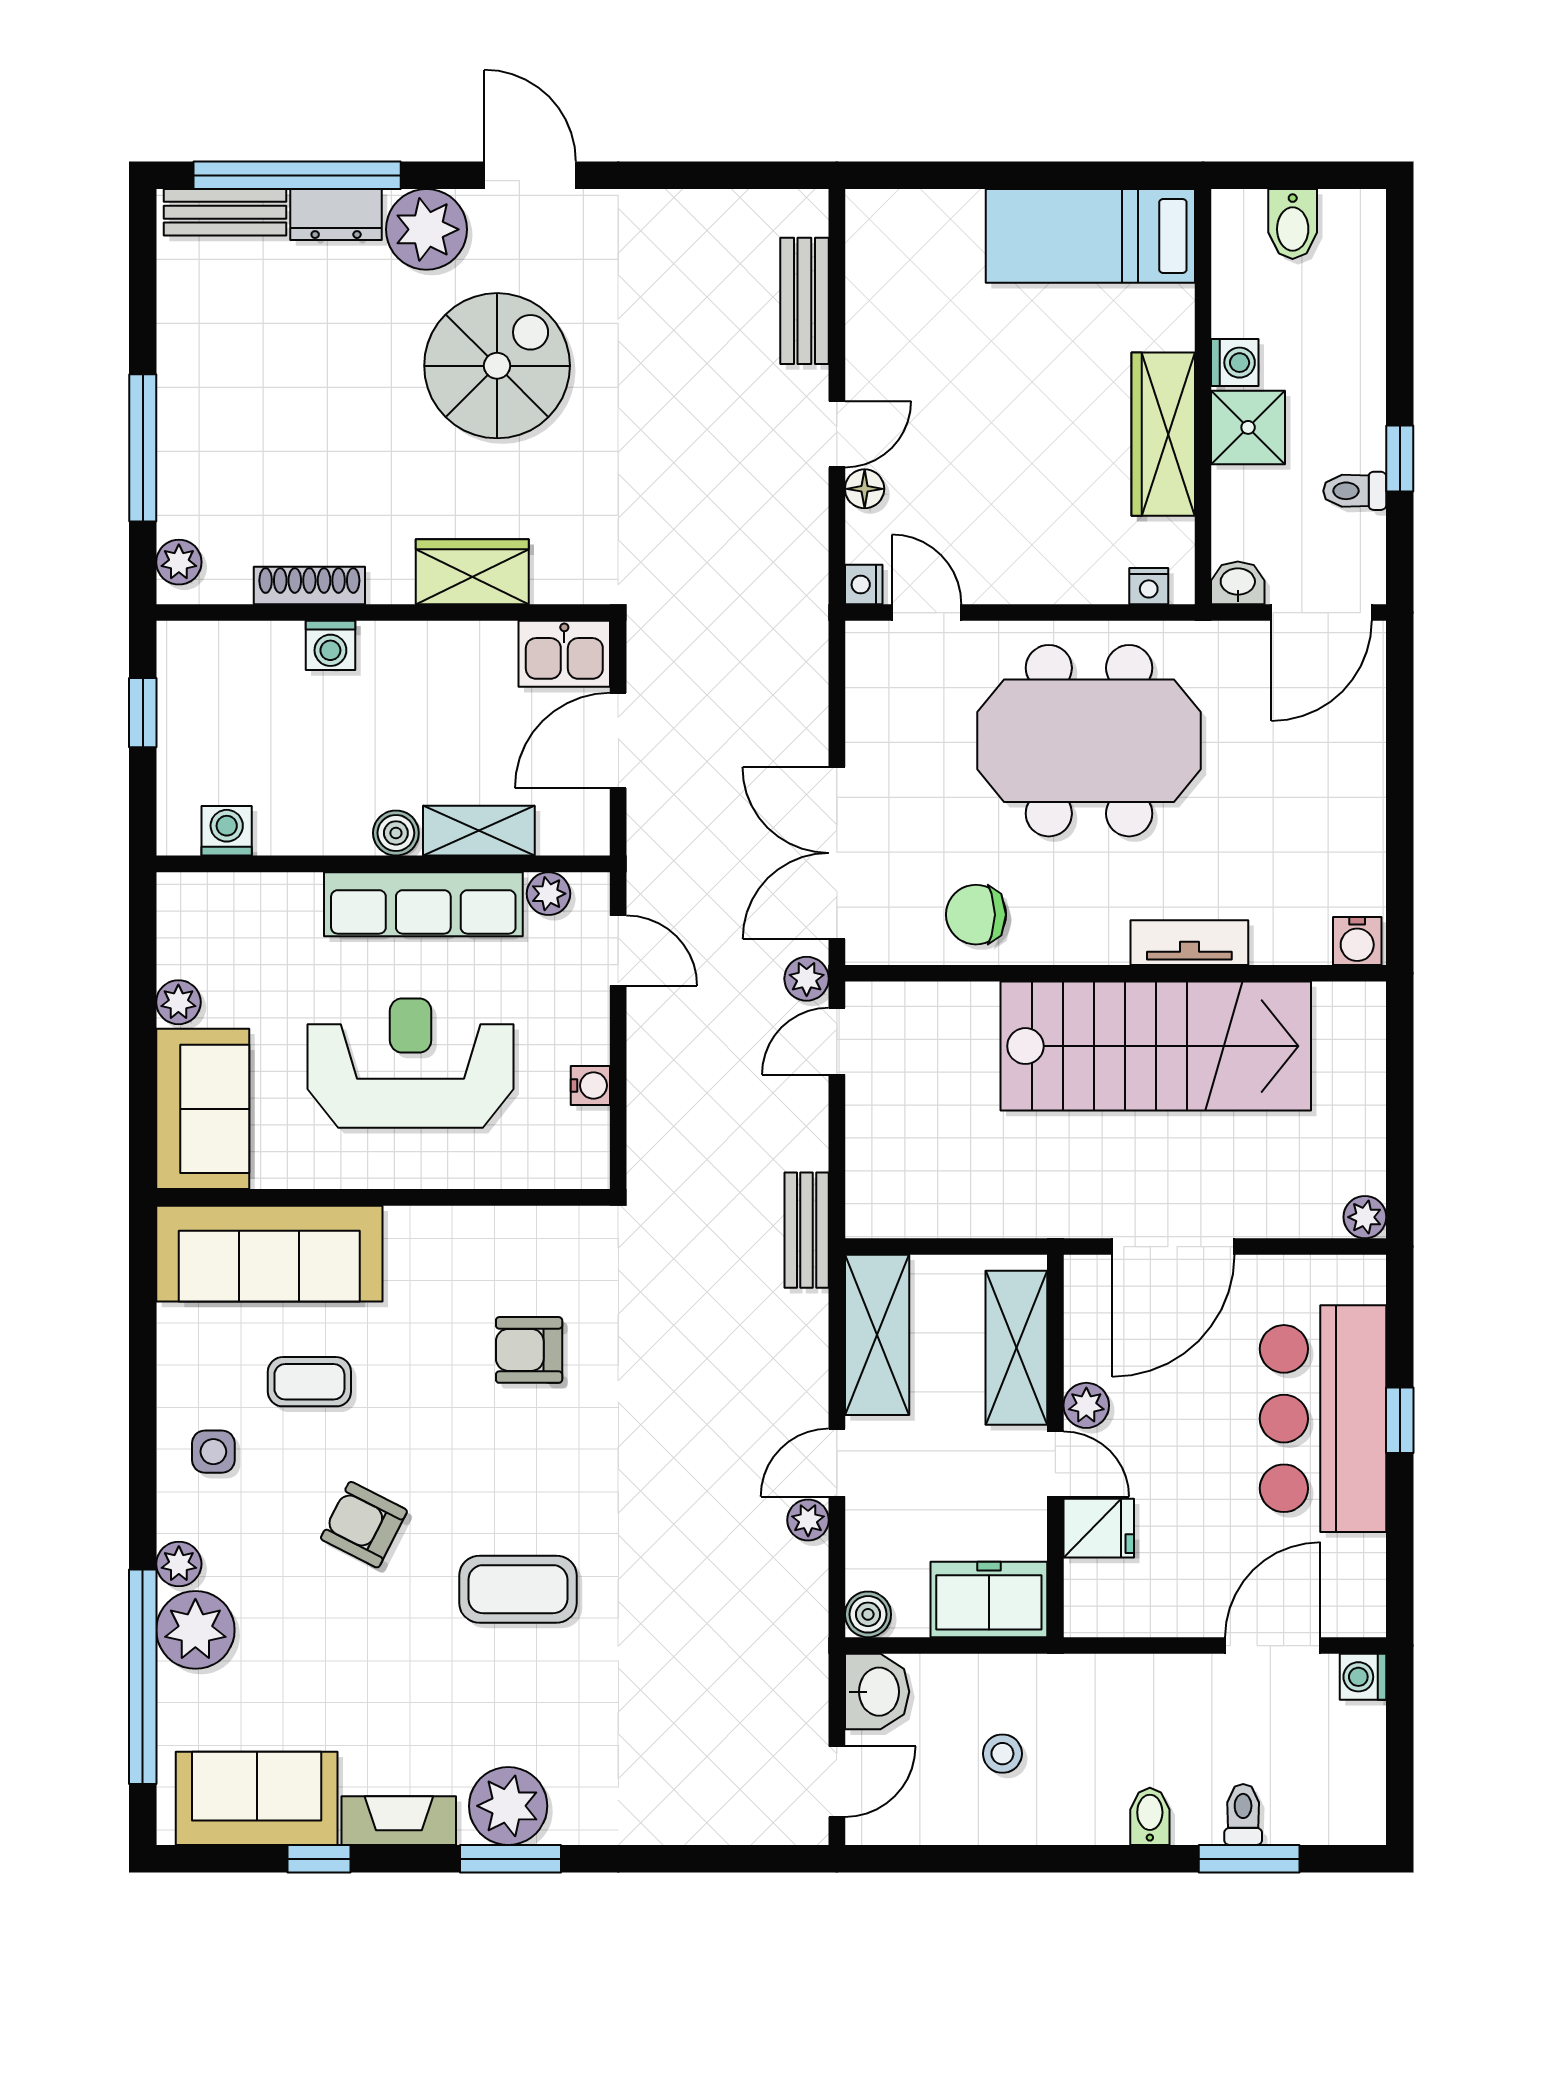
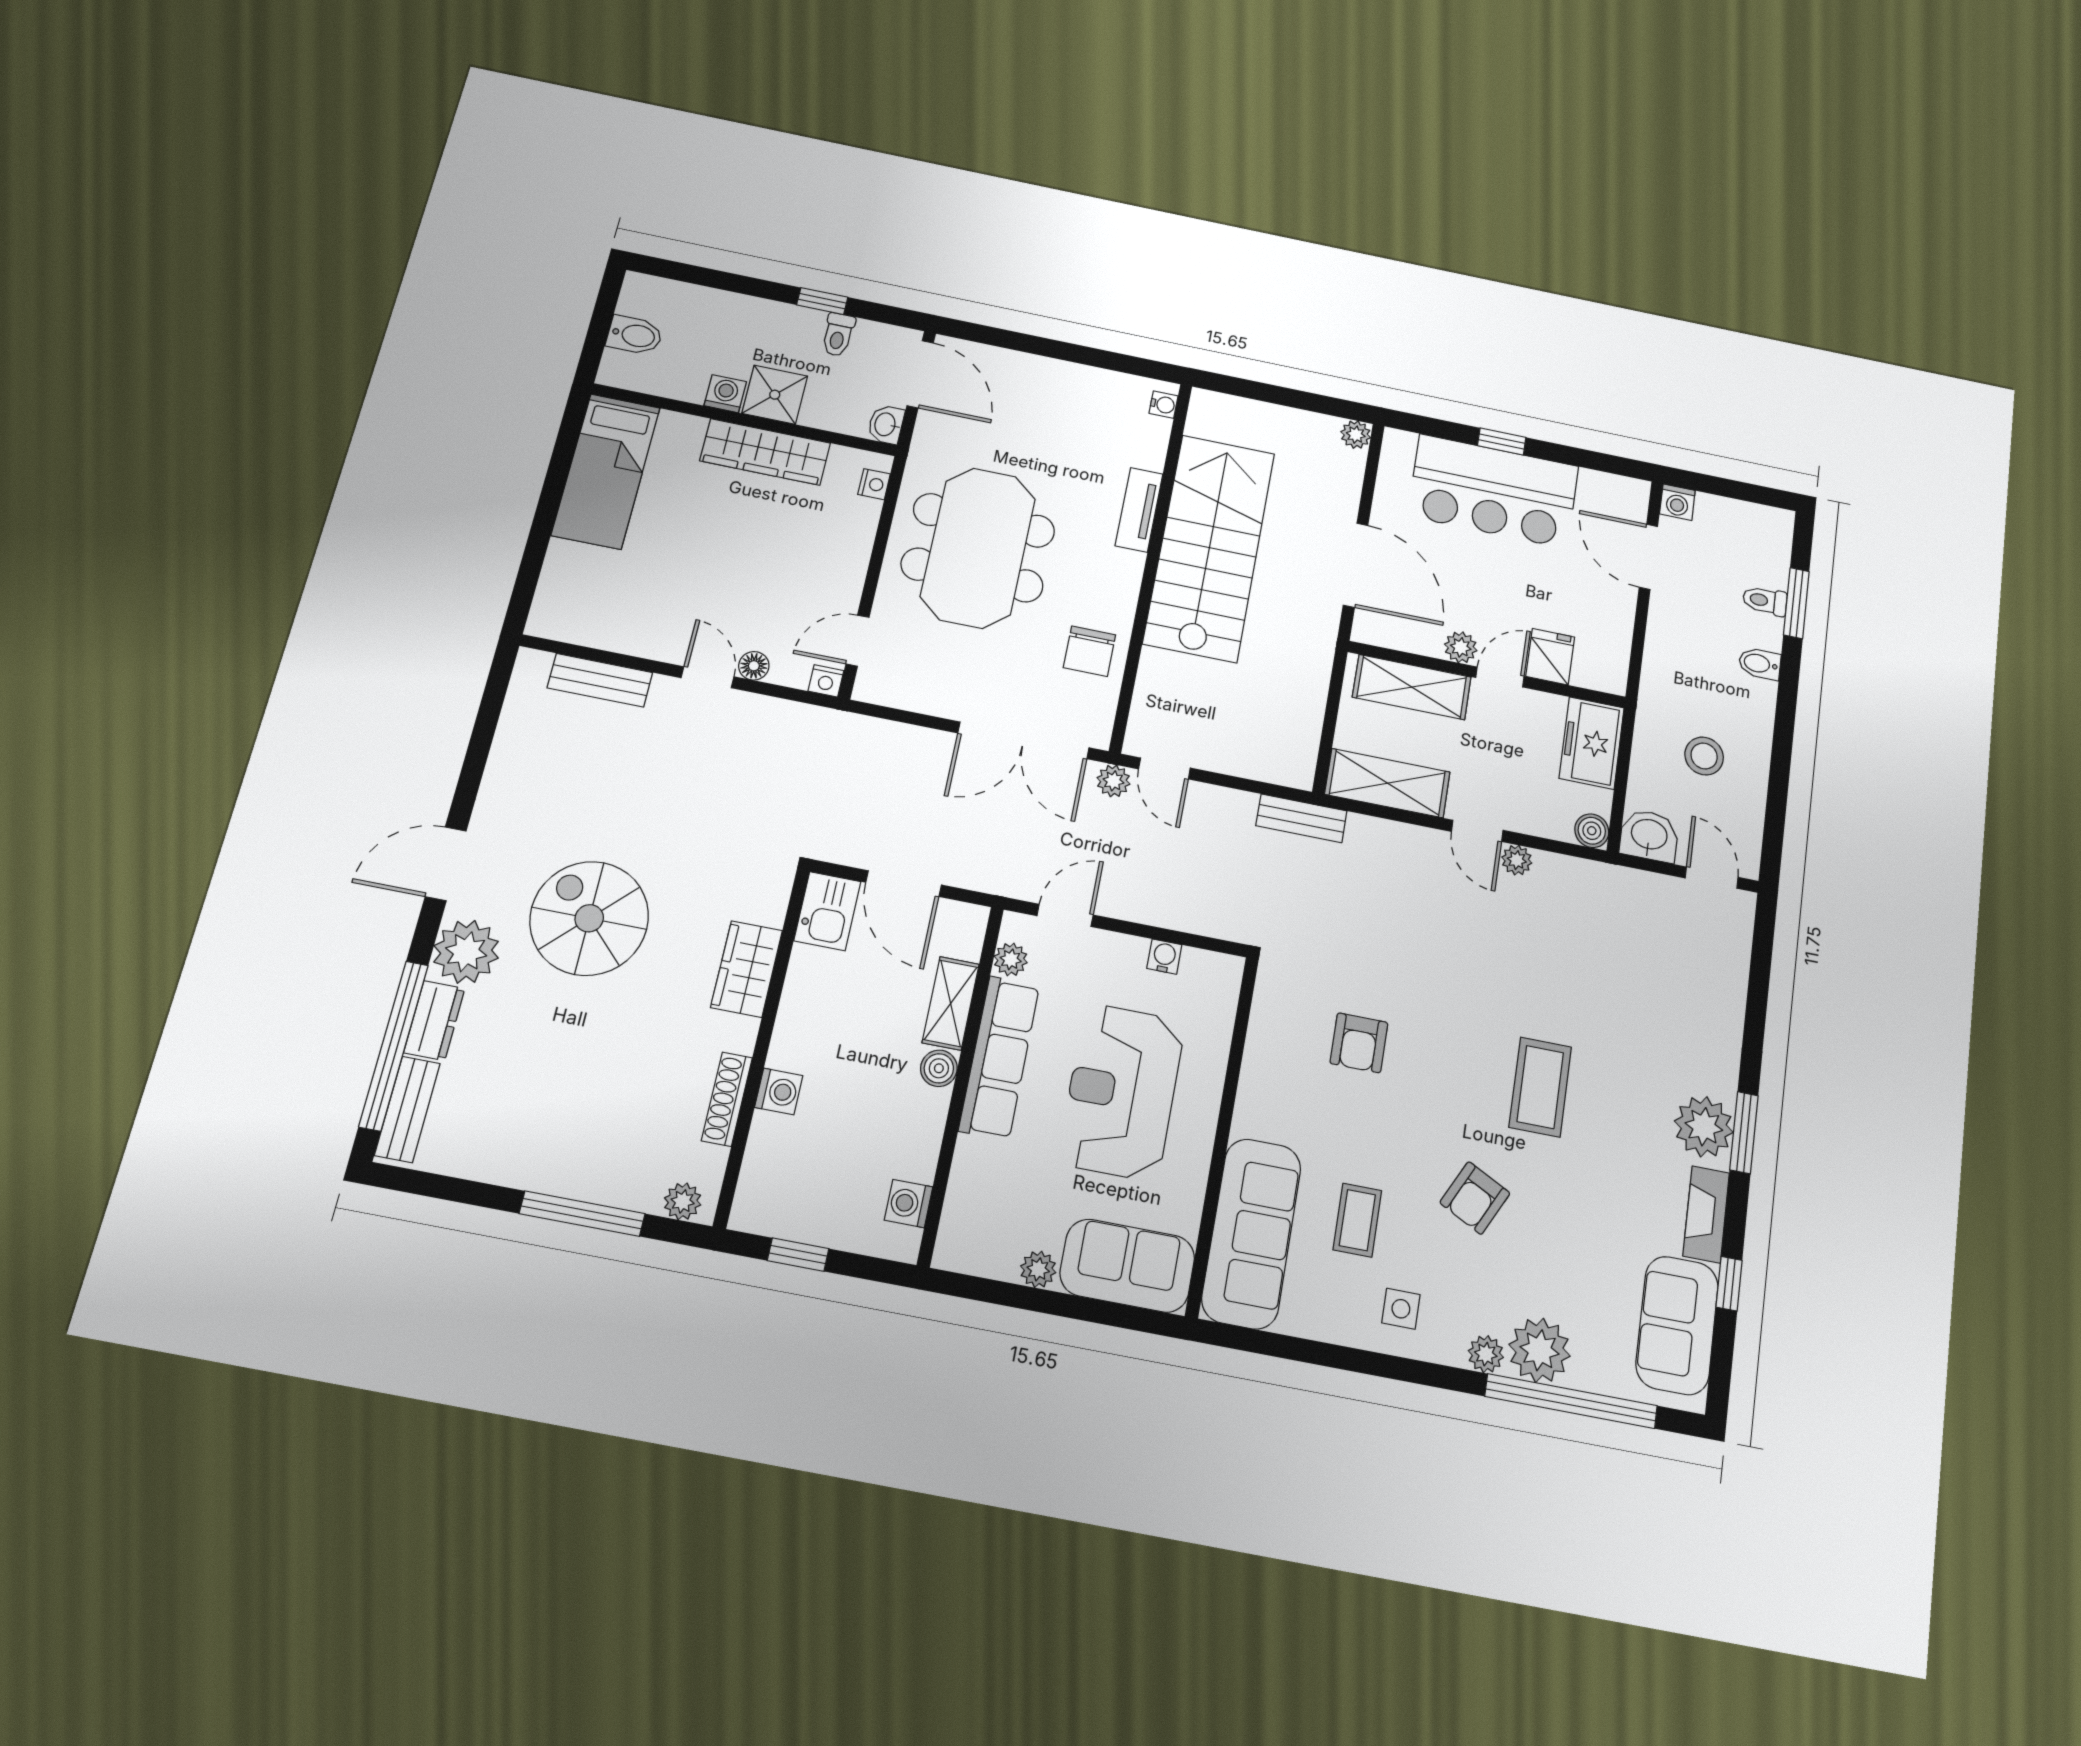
water cooler: (1357, 941) -> (1164, 405), width x0.72, depth x0.72
stool: (1002, 1754) -> (1704, 756), width x1.37, depth x1.37

